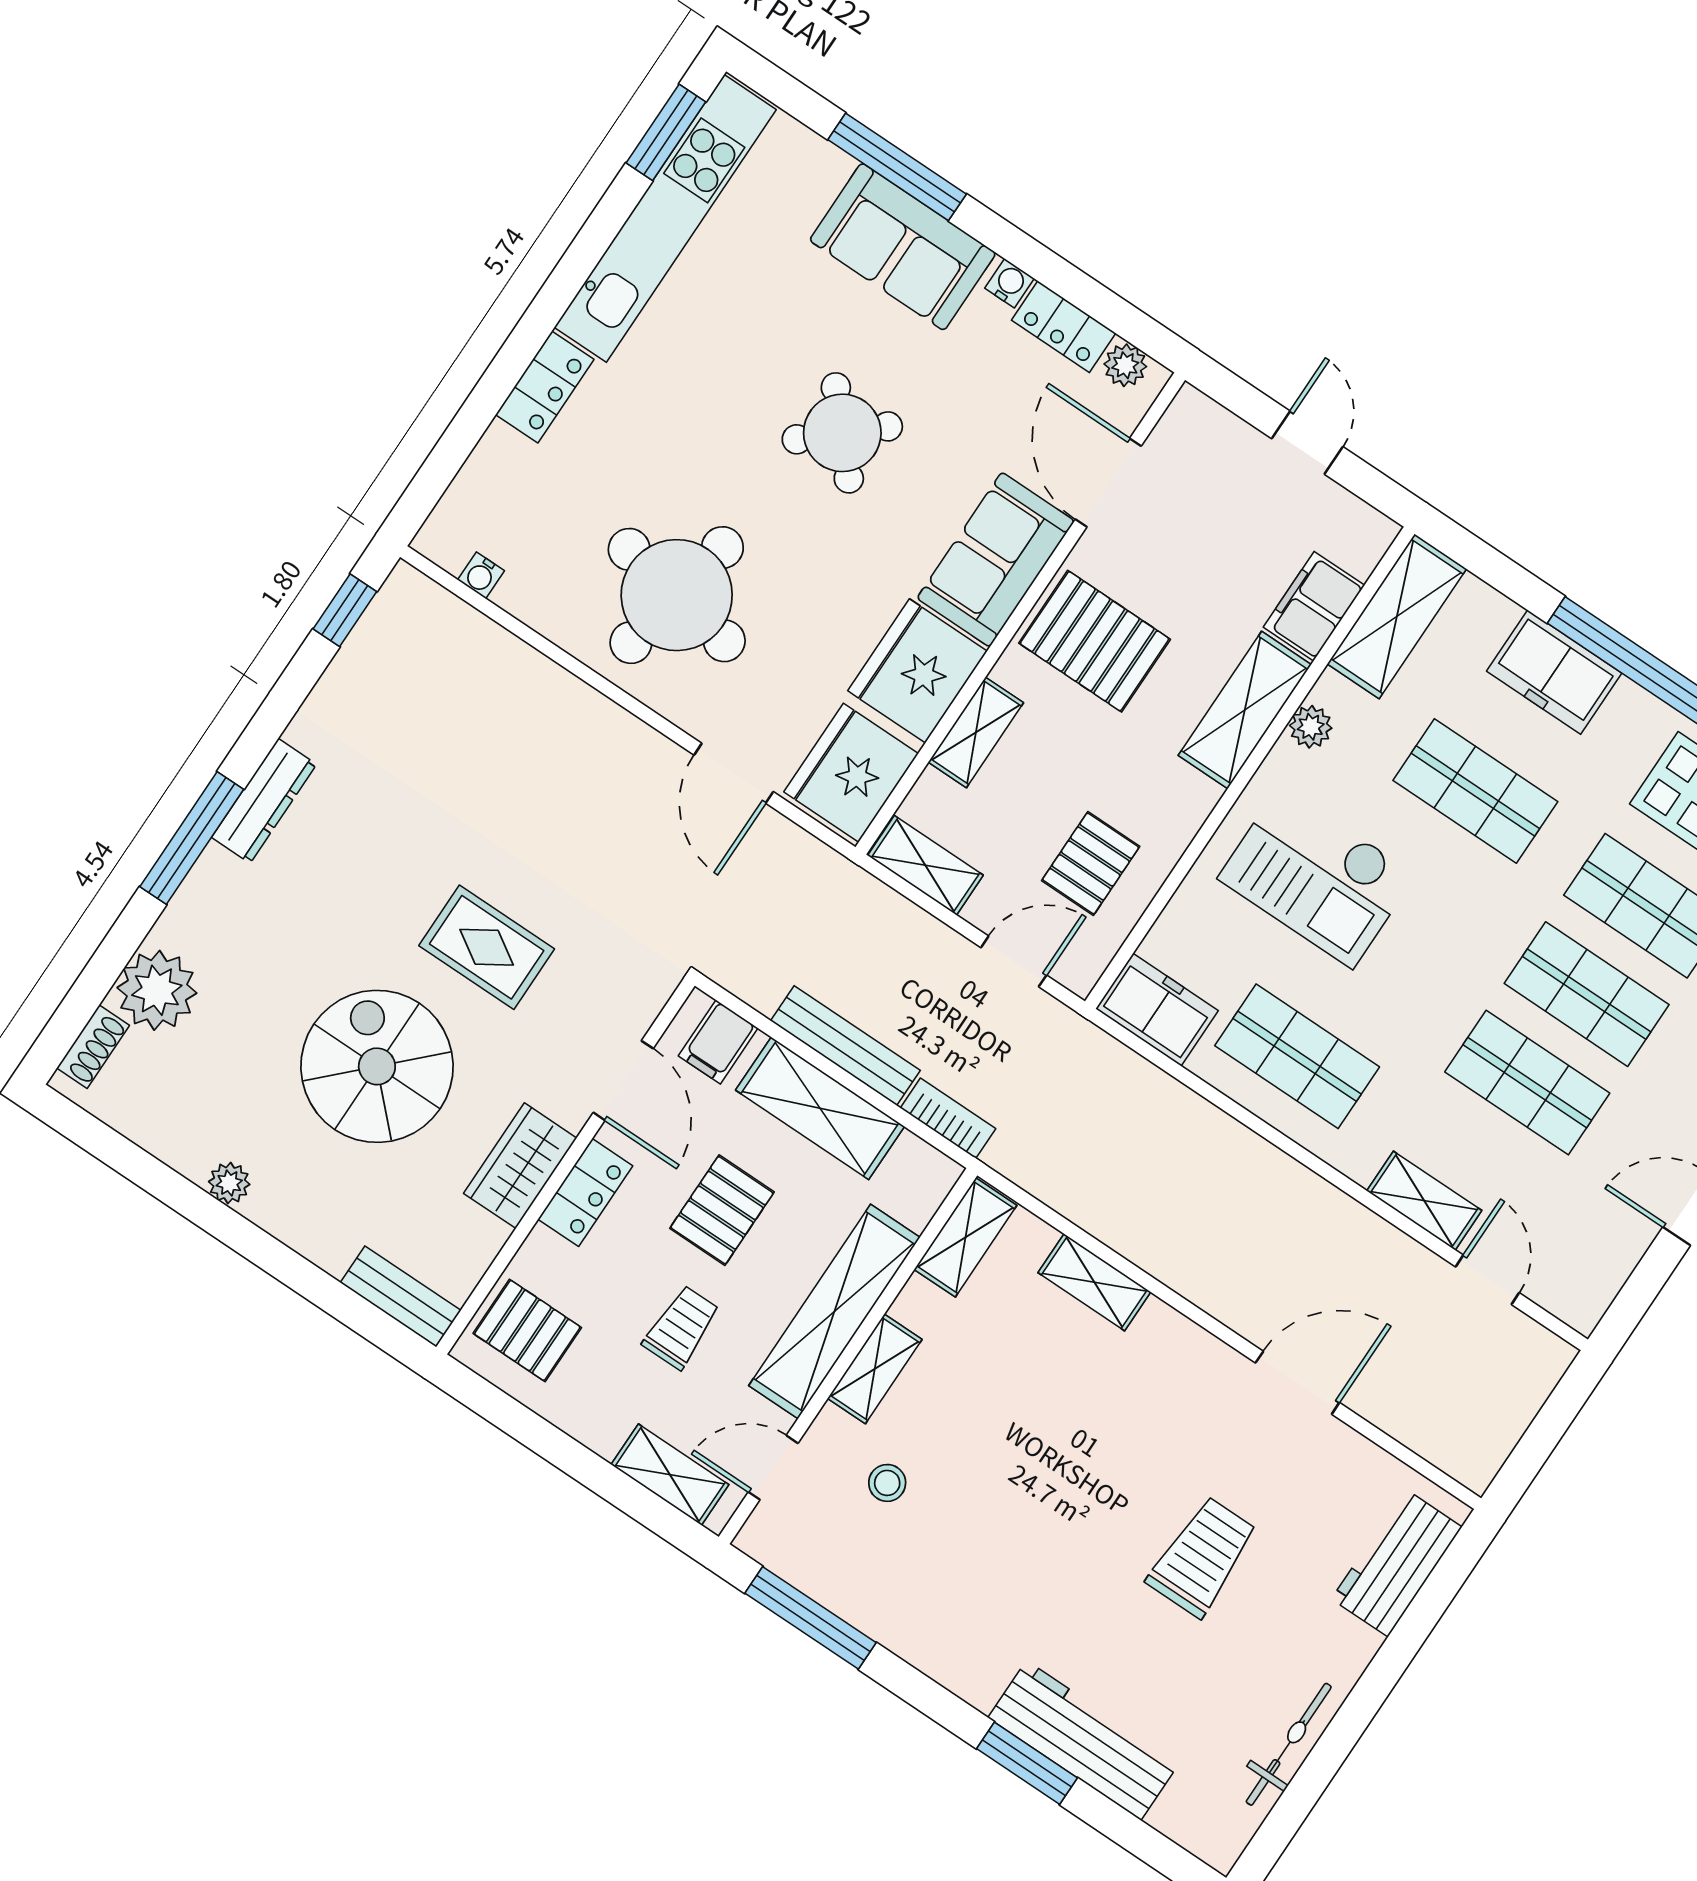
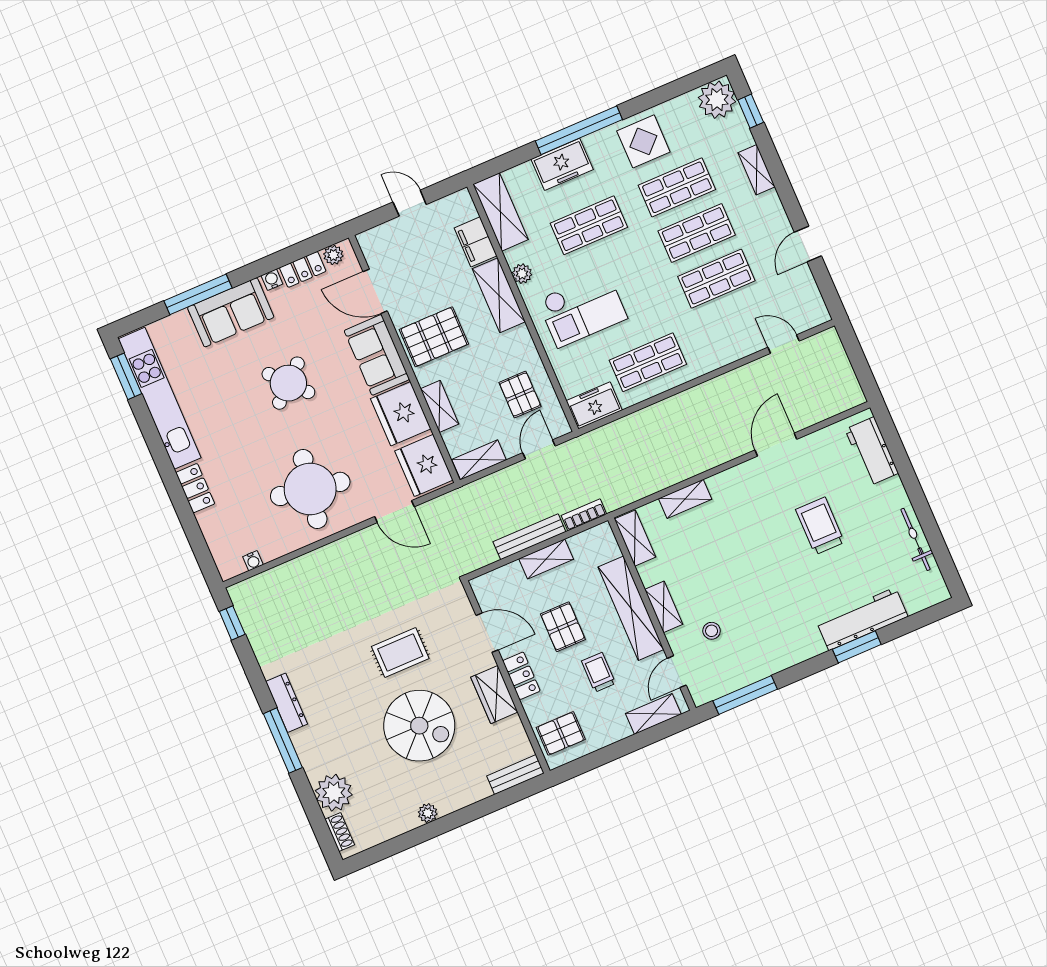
filing cabinet: (718, 1042) -> (496, 586), removed
spiral stairs: (377, 1066) -> (419, 726), turned 180
shelving: (820, 1108) -> (546, 559), width x0.67, depth x0.75
shelving: (1424, 1201) -> (737, 349), removed

